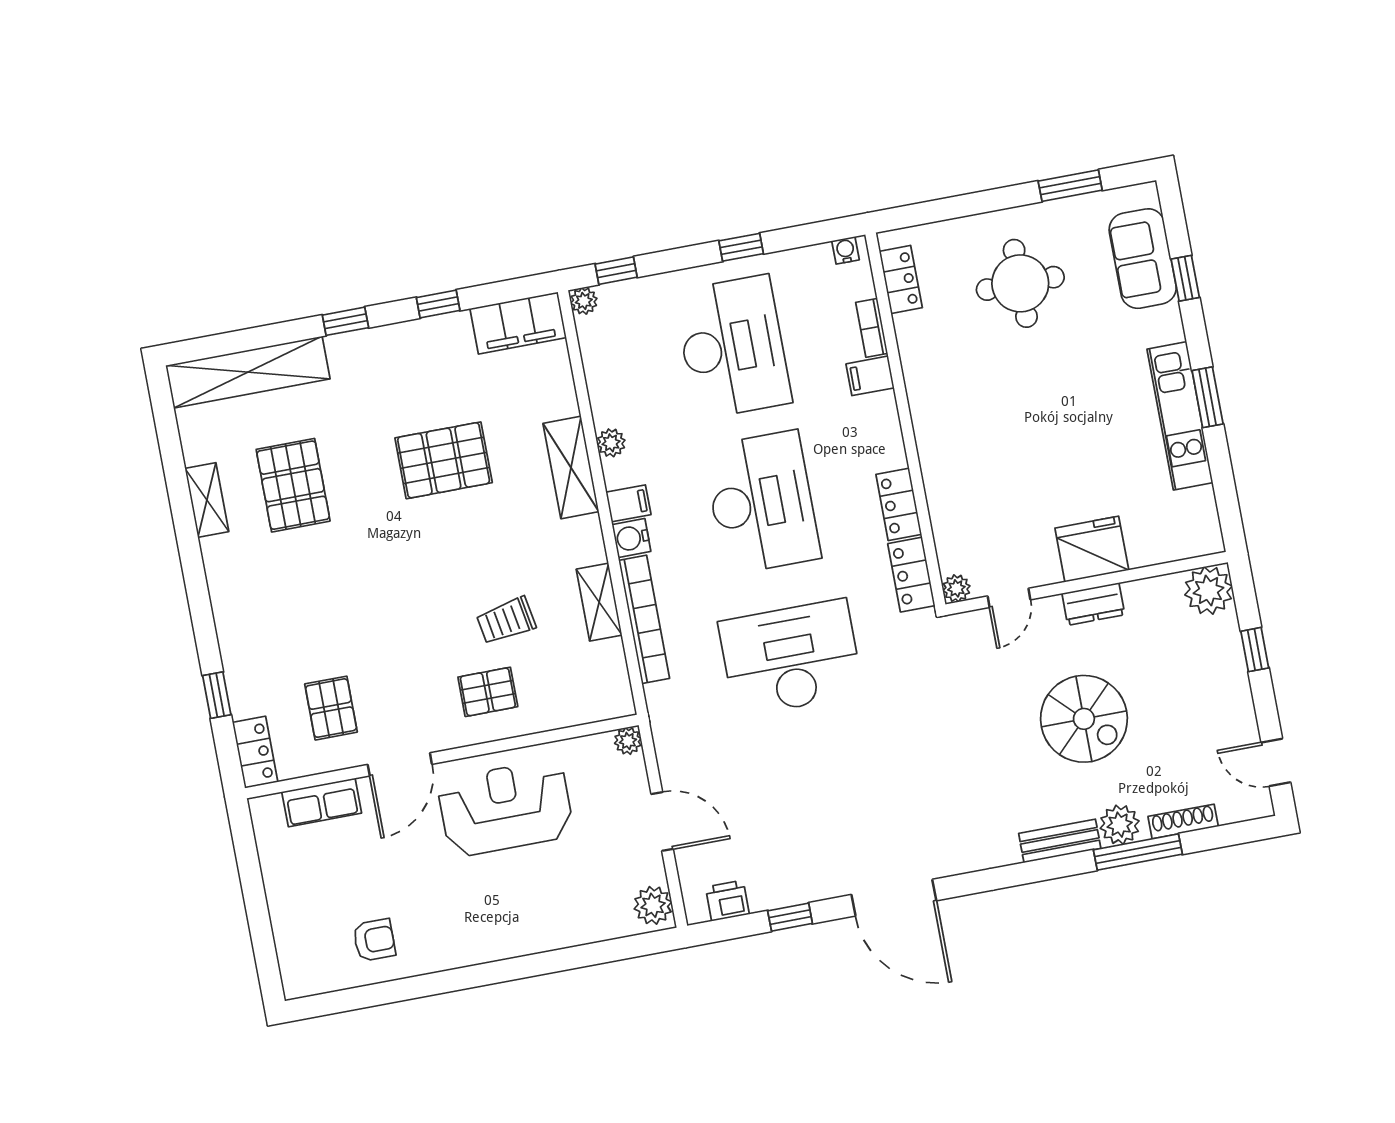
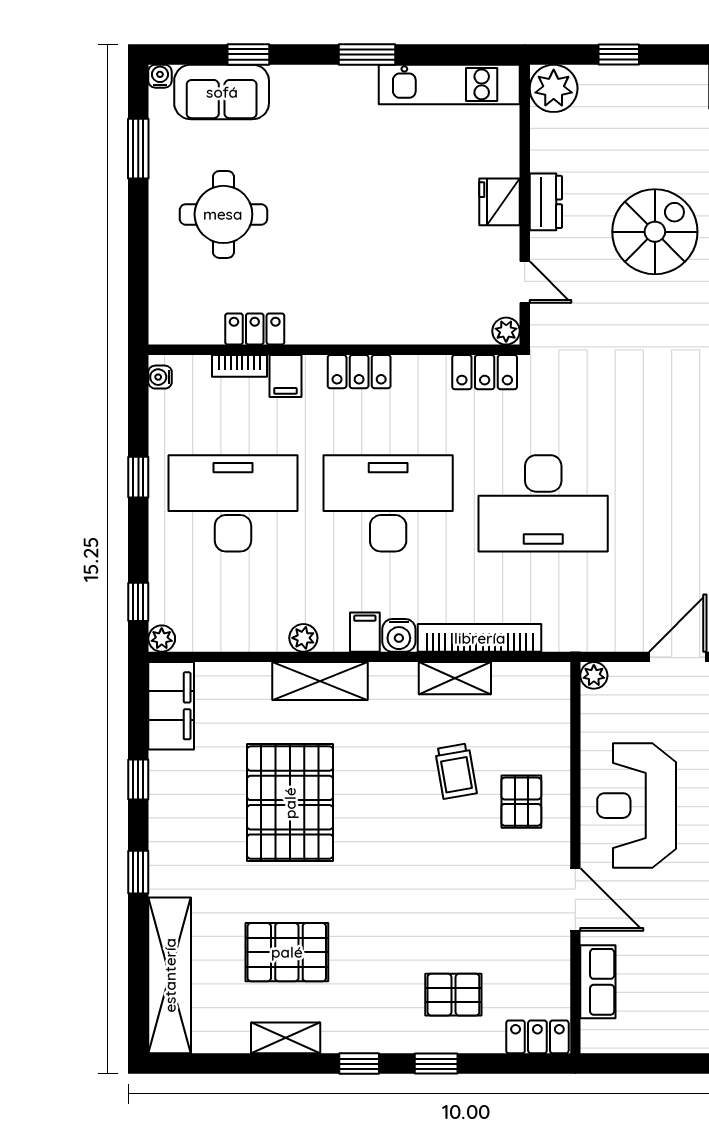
water cooler: (1147, 194) -> (160, 76), added
locker: (901, 279) -> (255, 329), moved
kitchen unit: (1180, 416) -> (449, 84), moved
pallet: (444, 460) -> (290, 803), width x1.37, depth x1.41
locker: (899, 504) -> (359, 372), moved
fridge: (1092, 549) -> (499, 202), width x0.73, depth x0.75
window: (195, 579) -> (359, 1064), added
desk: (791, 658) -> (543, 503), turned -90
window: (217, 695) -> (436, 1064), moved
pallet: (331, 708) -> (453, 995), moved

